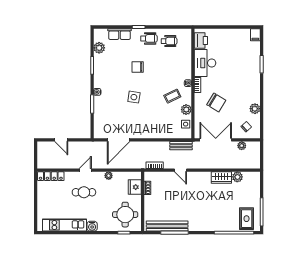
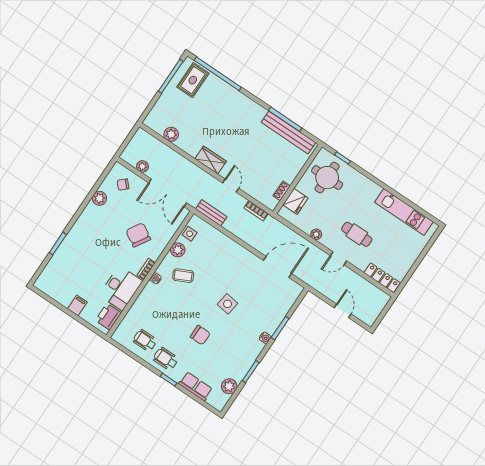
filing cabinet: (255, 35) -> (77, 305), moved
wardrobe: (221, 177) -> (211, 160), moved
water cooler: (92, 226) -> (373, 190), removed

